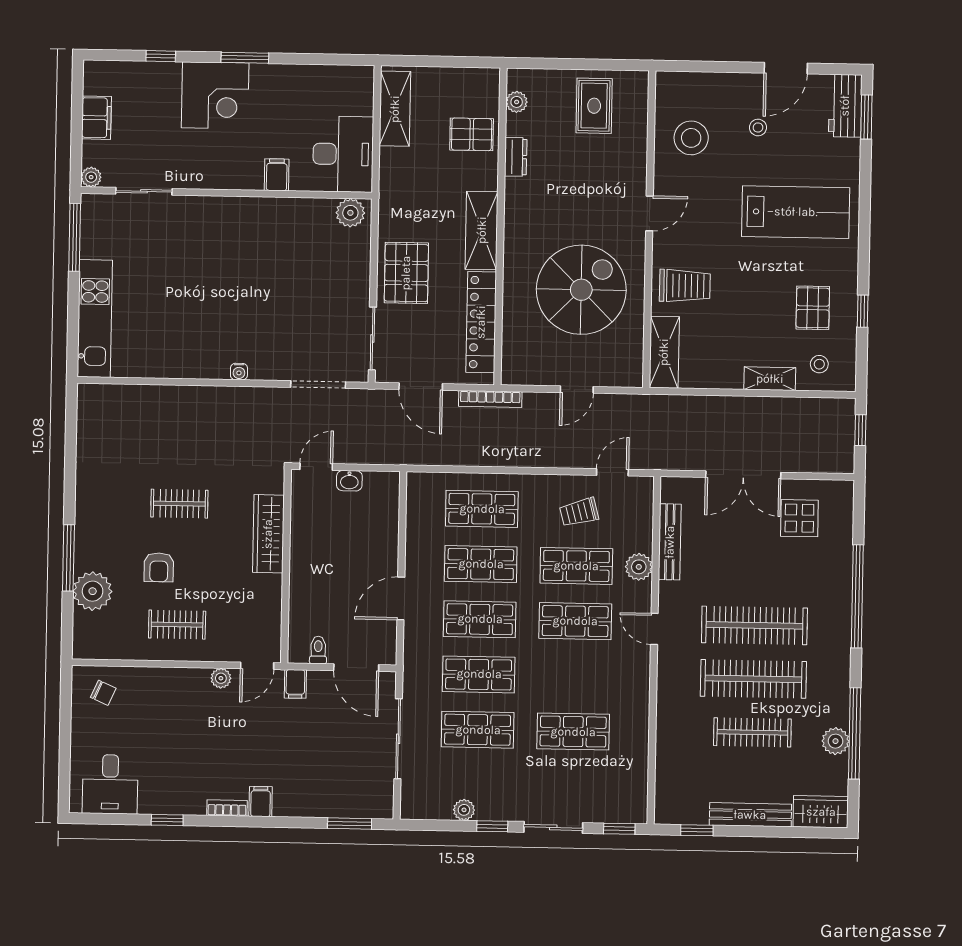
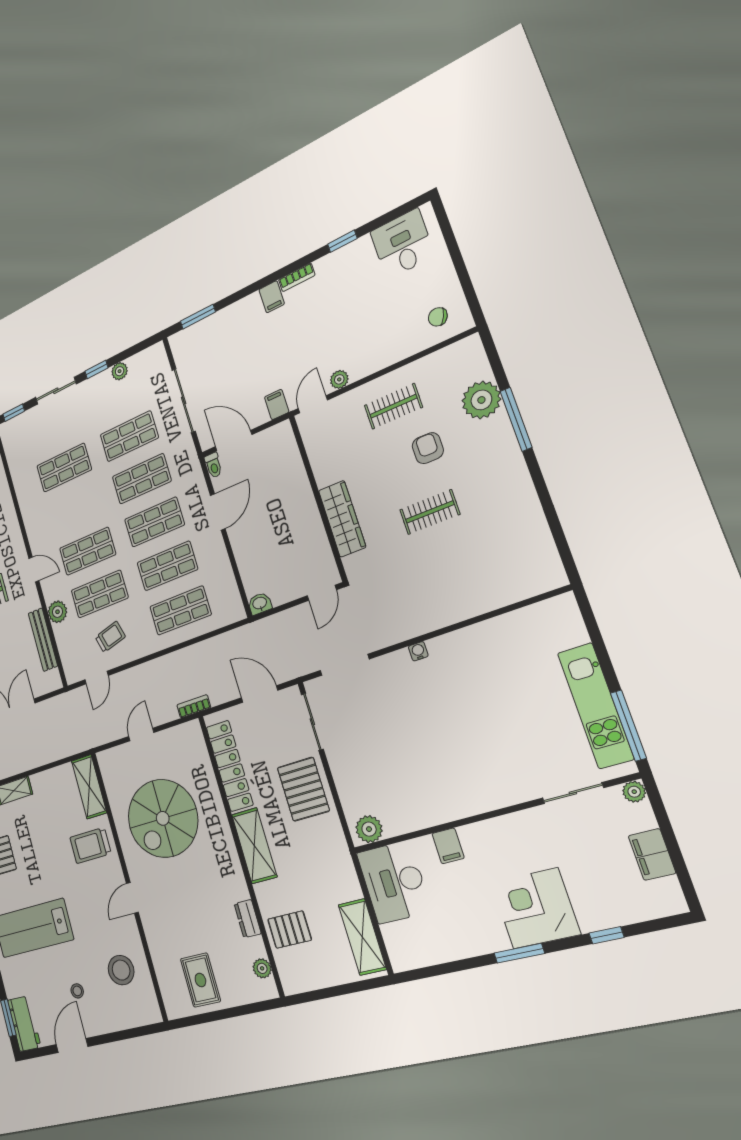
kitchen unit: (95, 318) -> (595, 706), moved
bookcase: (490, 399) -> (194, 706), width x0.64
washbasin: (349, 481) -> (260, 604), moved
toilet: (318, 650) -> (213, 465), moved

